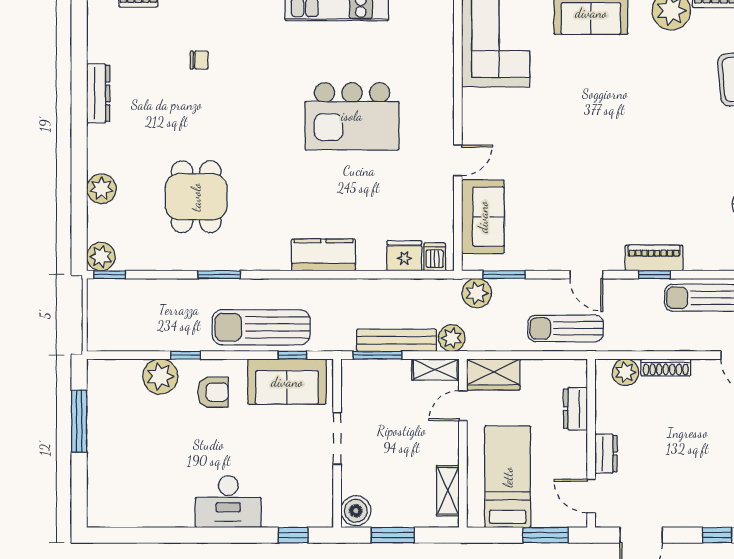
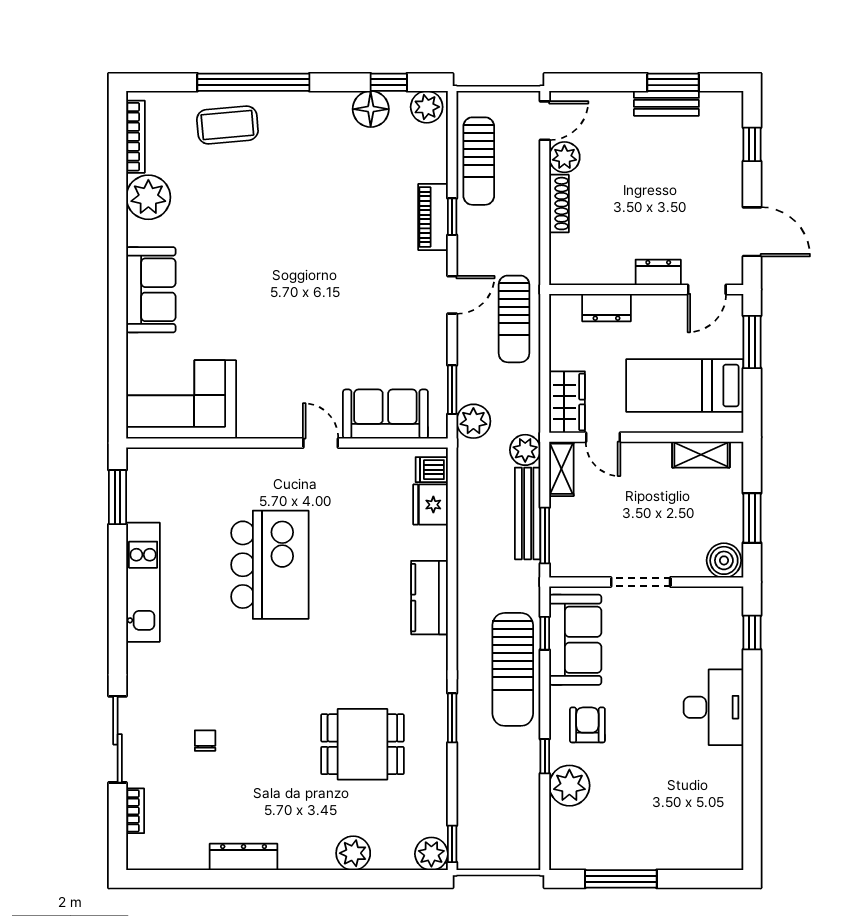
plant: (625, 372) -> (564, 157), moved

